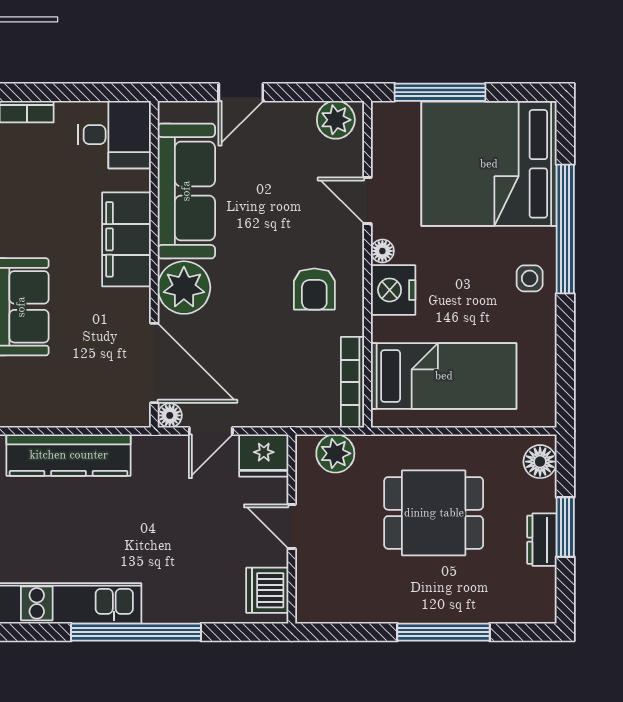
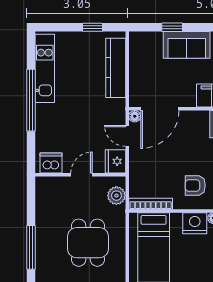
plant: (184, 288) -> (196, 123), removed

